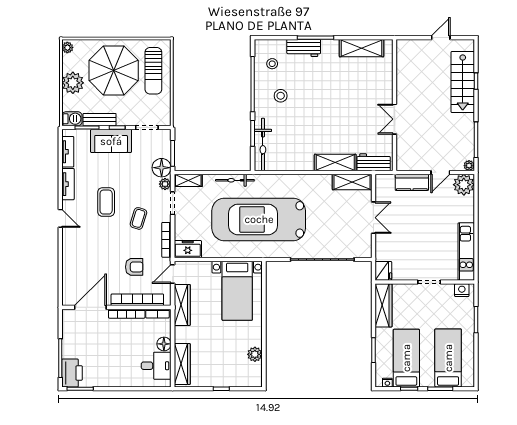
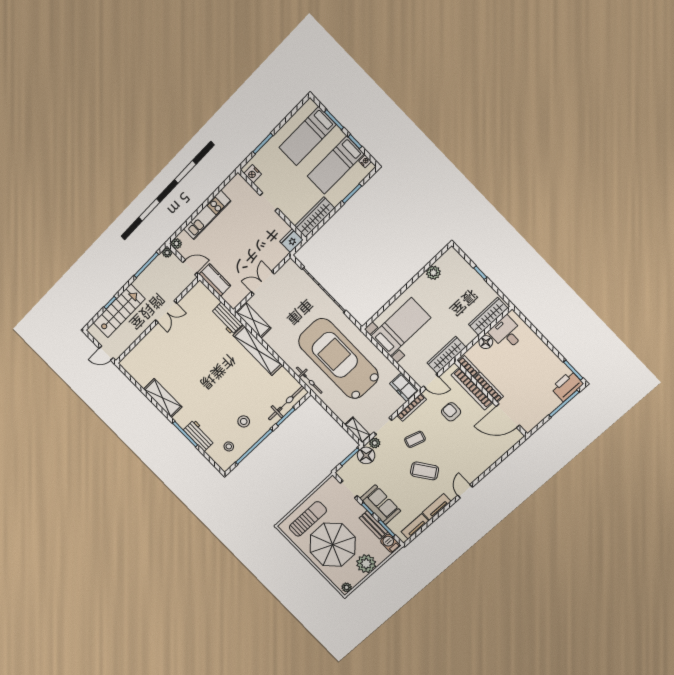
wall: (395, 105) -> (157, 321), moved
double door: (395, 119) -> (166, 312), moved
shelving: (335, 162) -> (258, 350), width x1.47
bicycle: (235, 180) -> (309, 380), moved
plant: (464, 185) -> (176, 244), width x0.53, depth x0.53
coffee table: (106, 202) -> (425, 471), turned 54
car: (259, 219) -> (338, 359), turned 180
kitchen unit: (466, 252) -> (207, 215), moved

